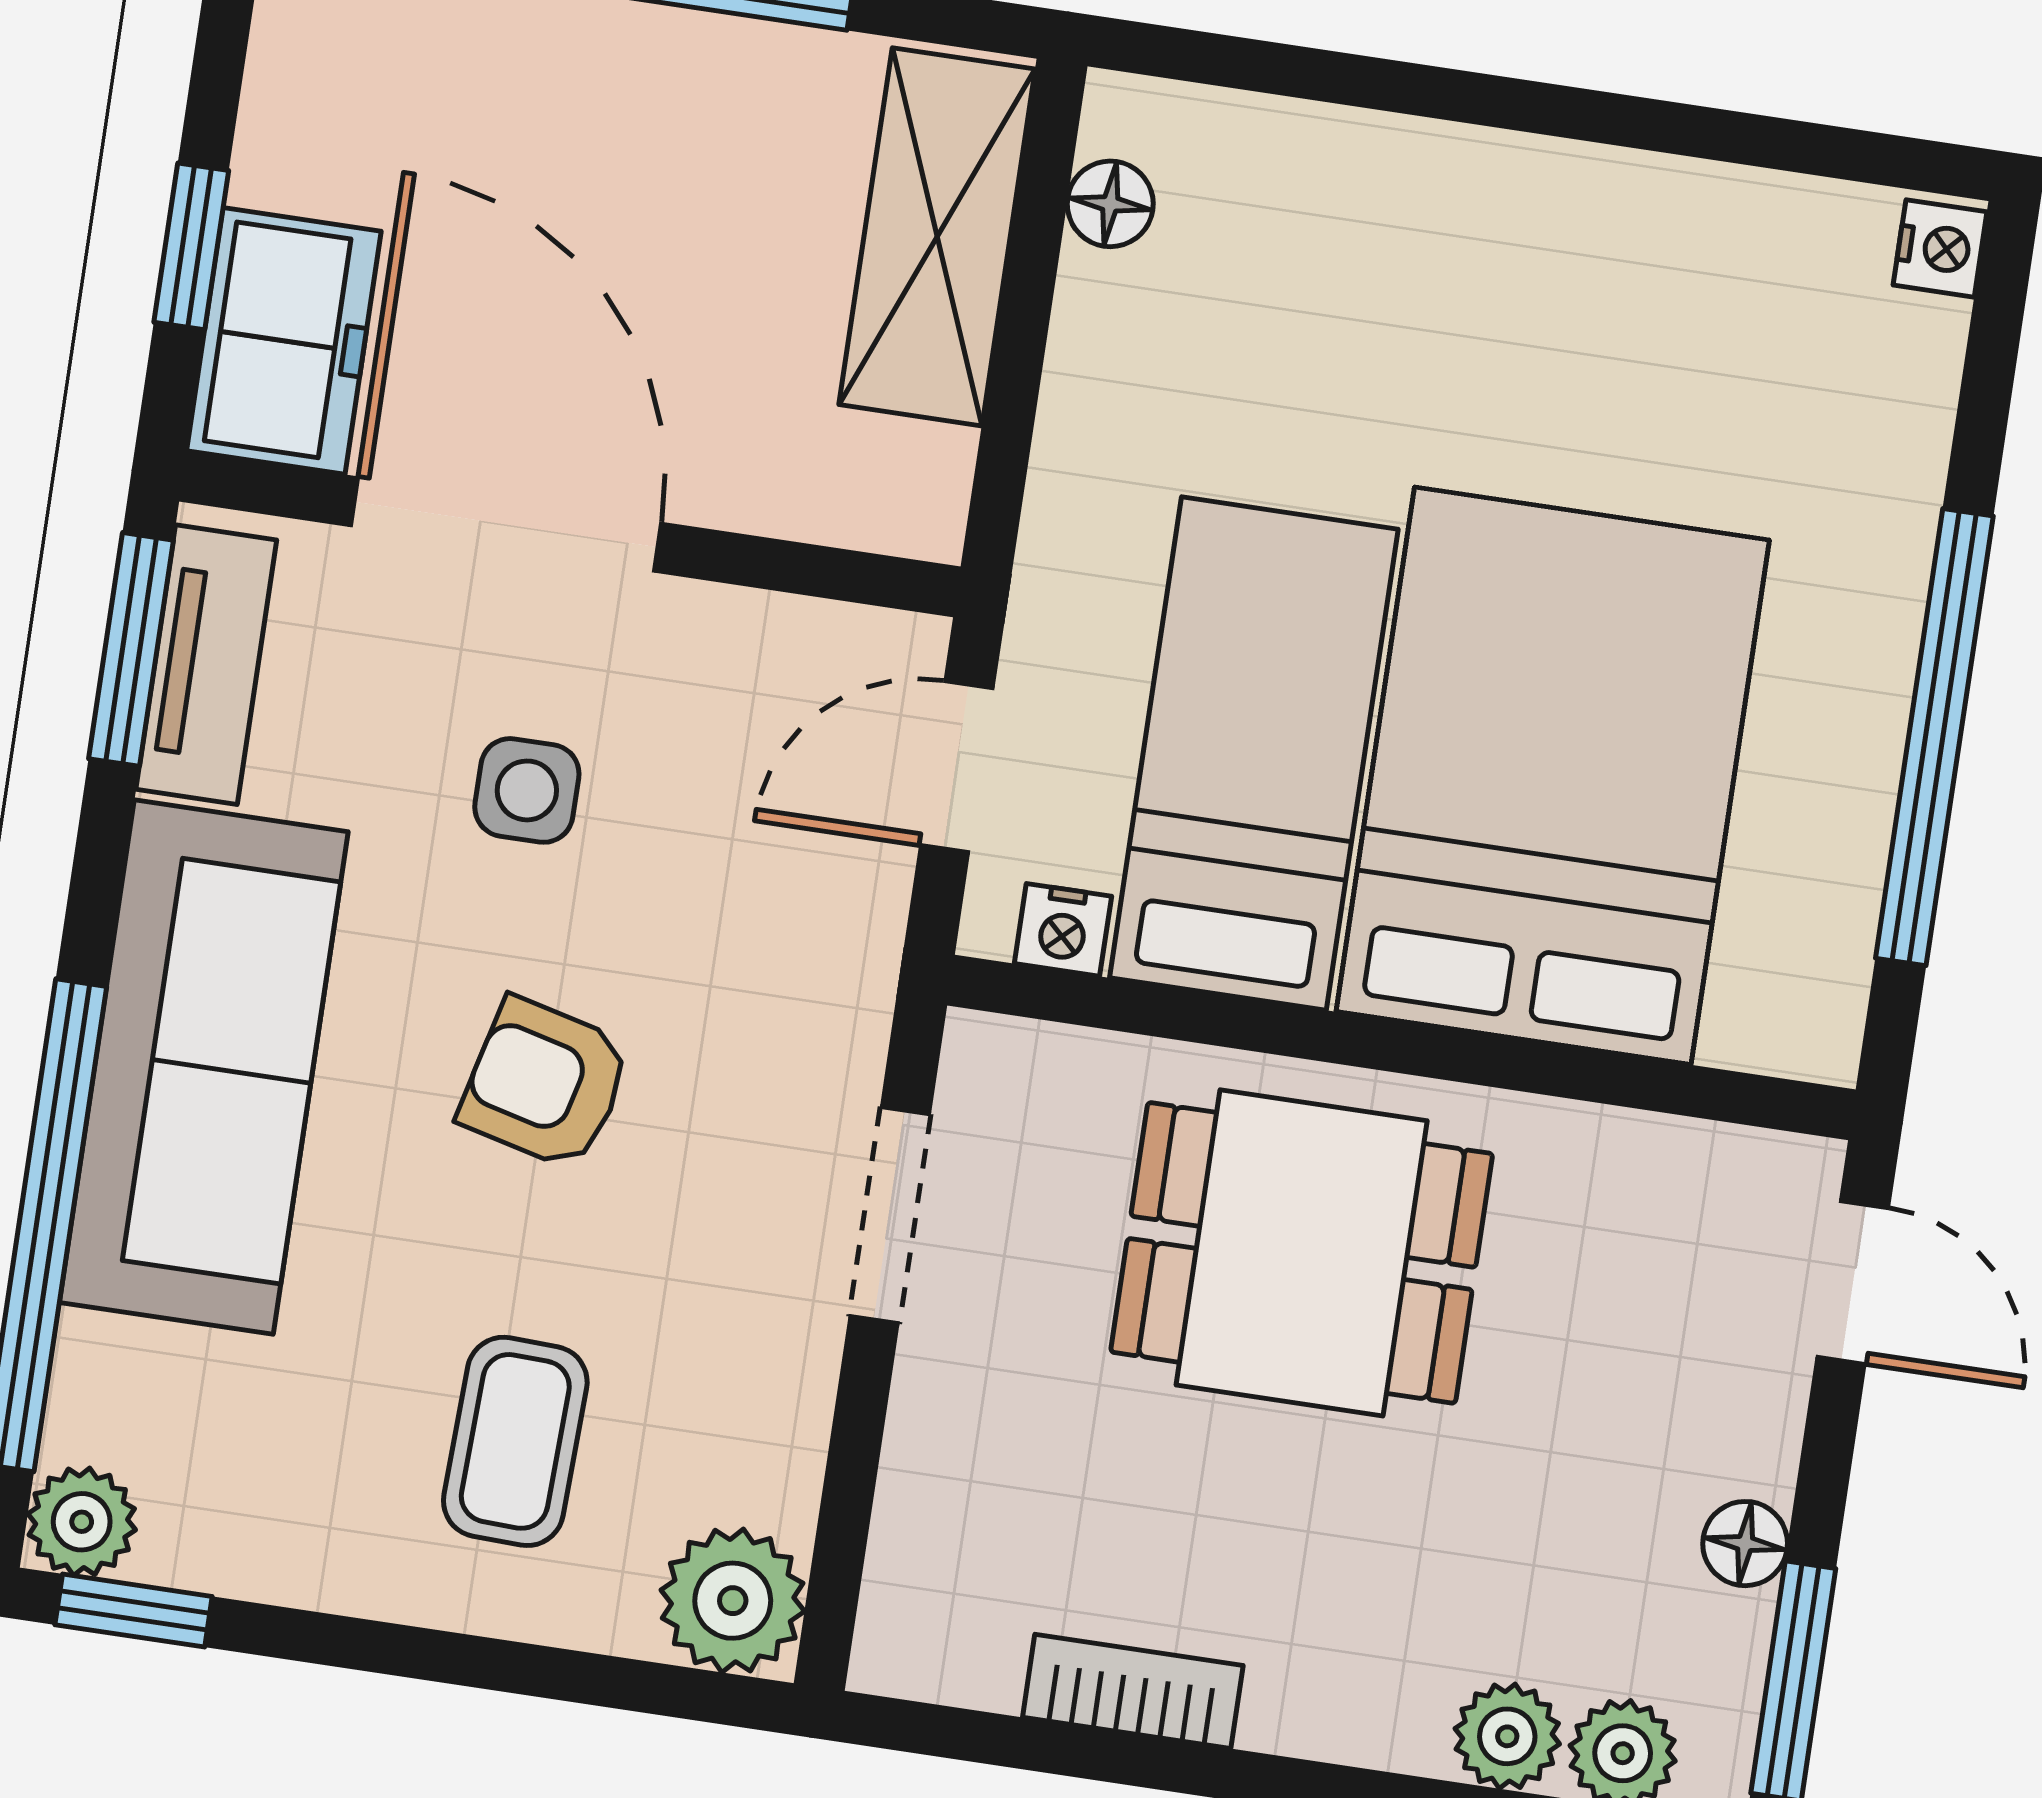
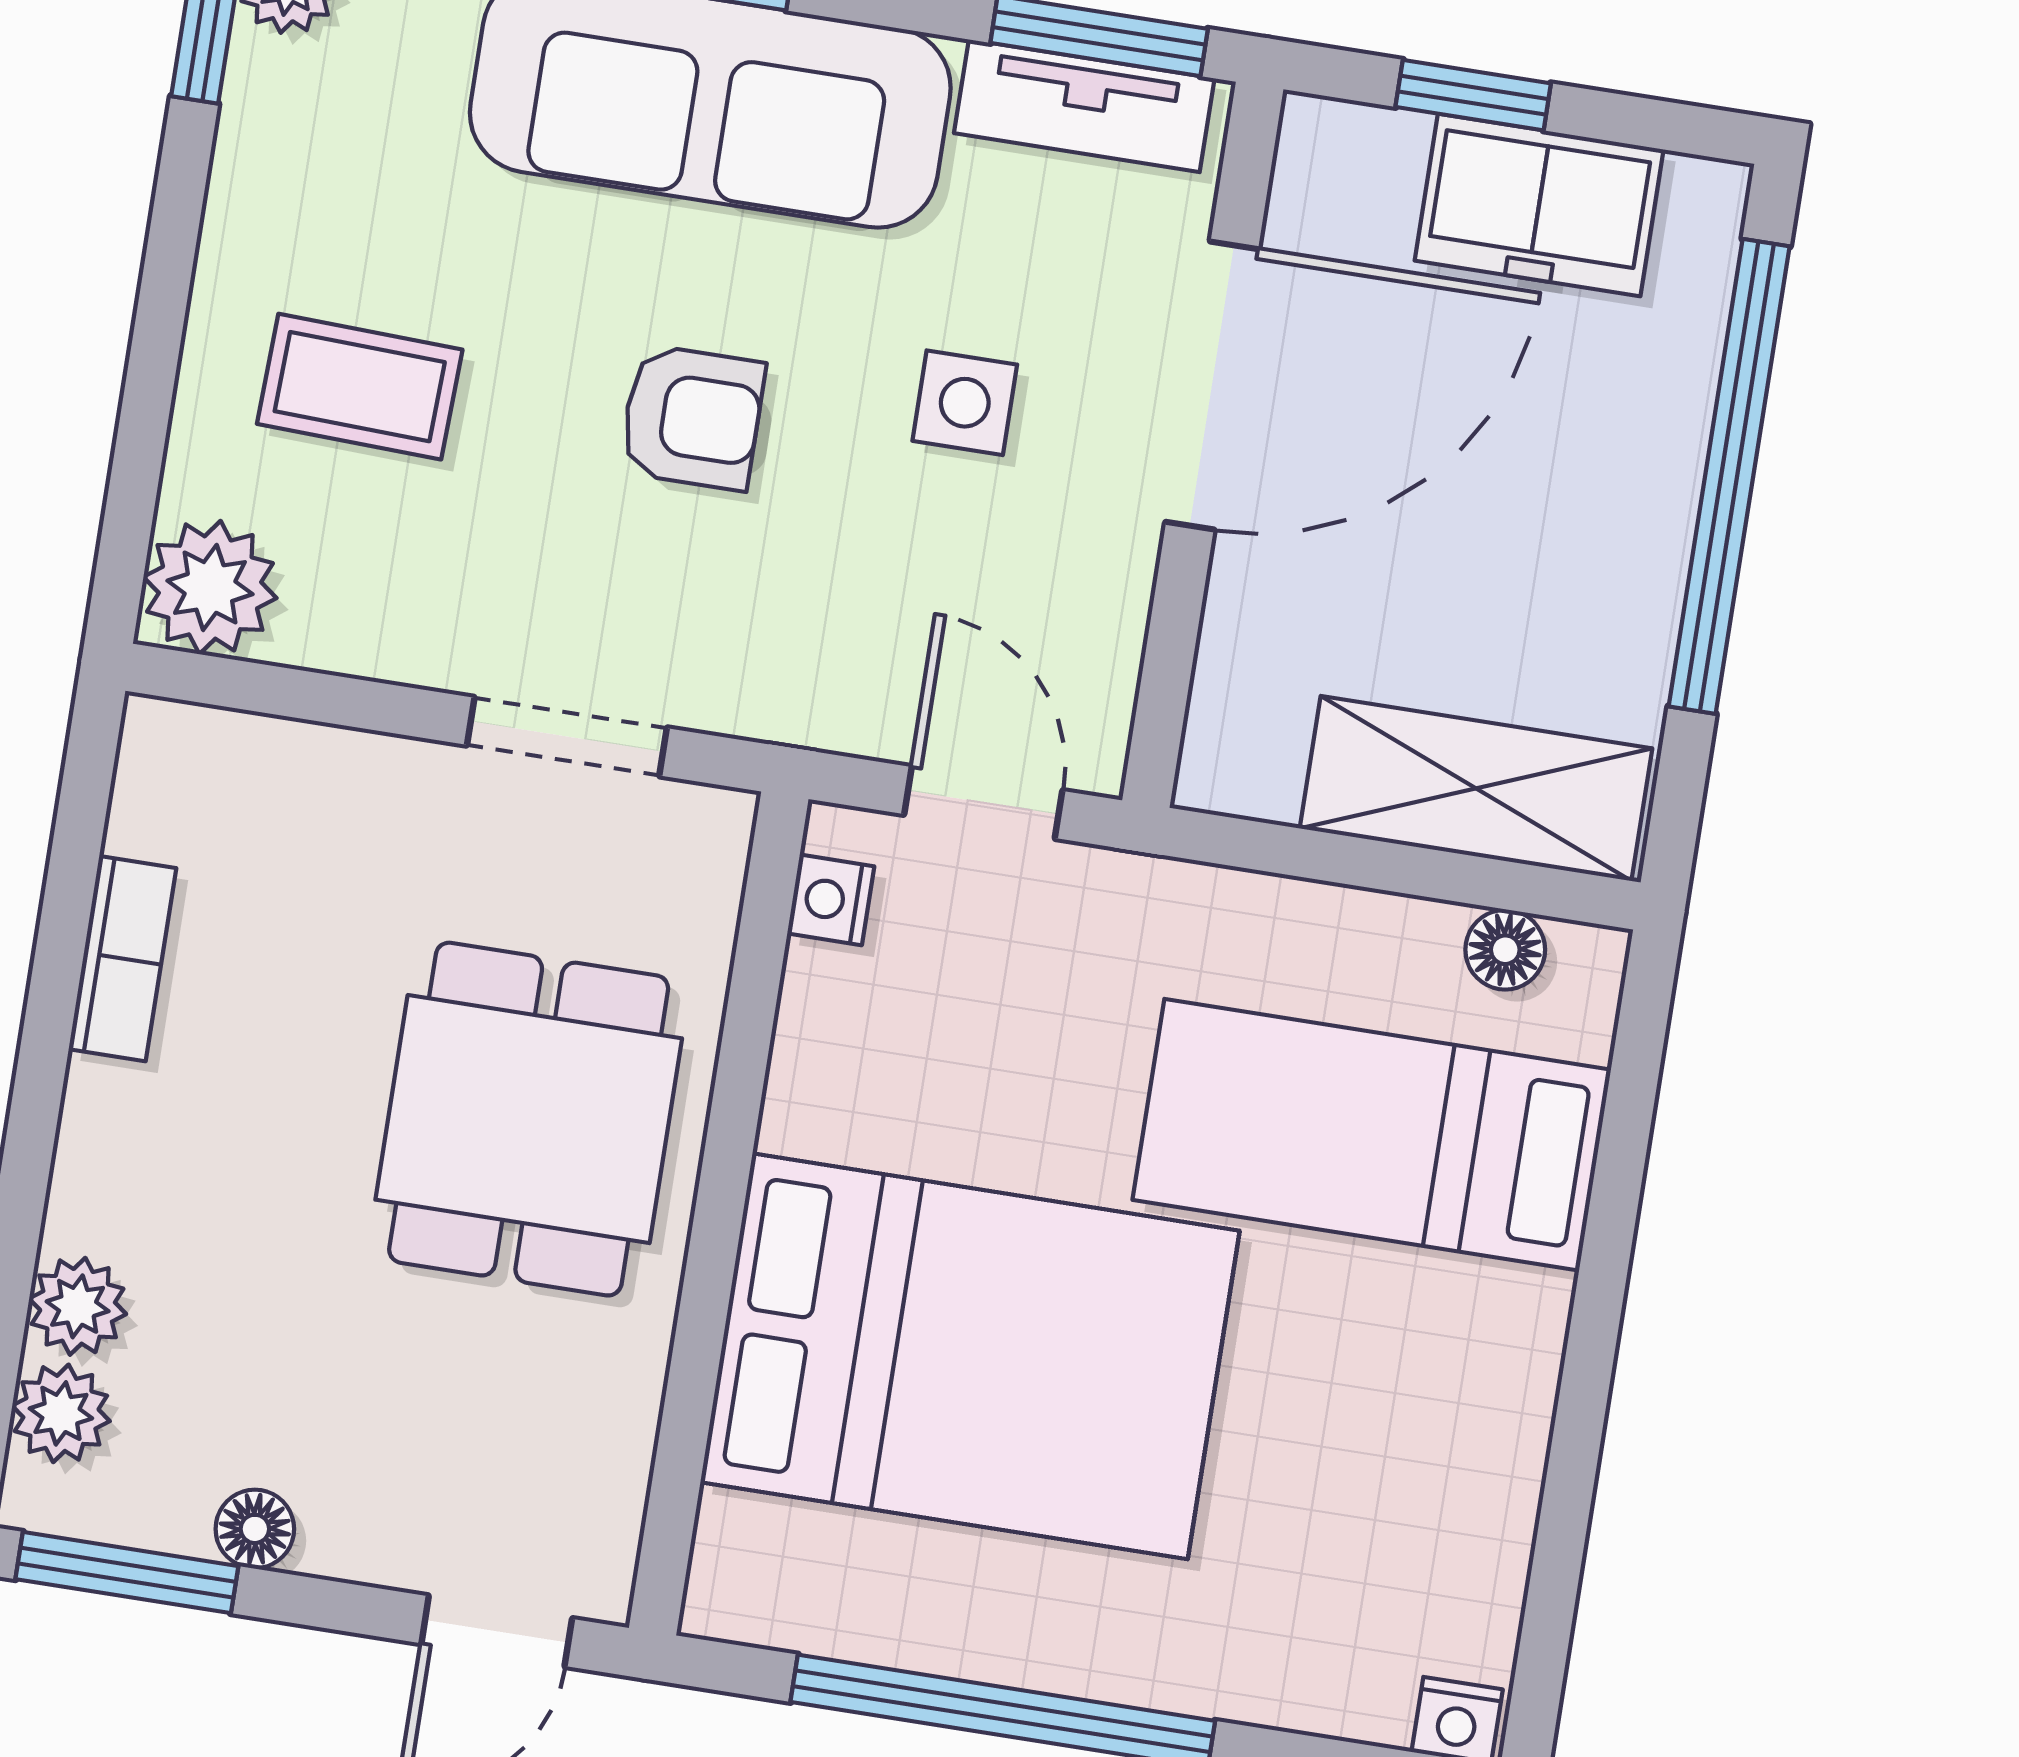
freezer: (284, 341) -> (1539, 205), moved
bed: (1254, 754) -> (1372, 1135), moved, turned 180
armchair: (545, 1084) -> (692, 417), turned 76

